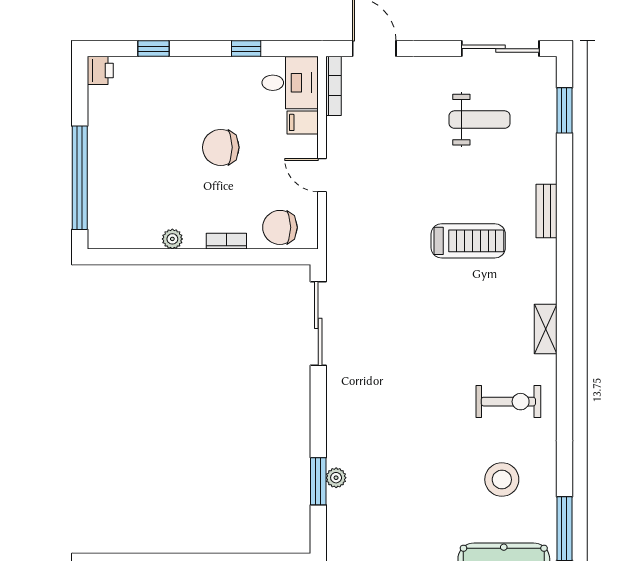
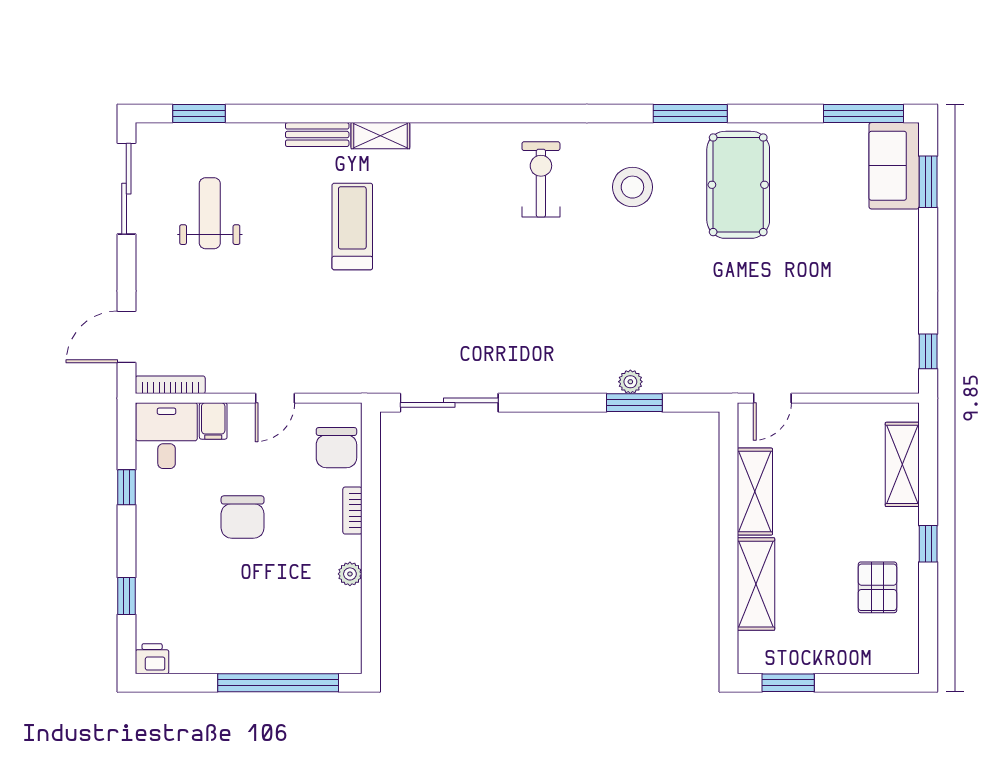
shelving: (546, 329) -> (380, 136), moved

